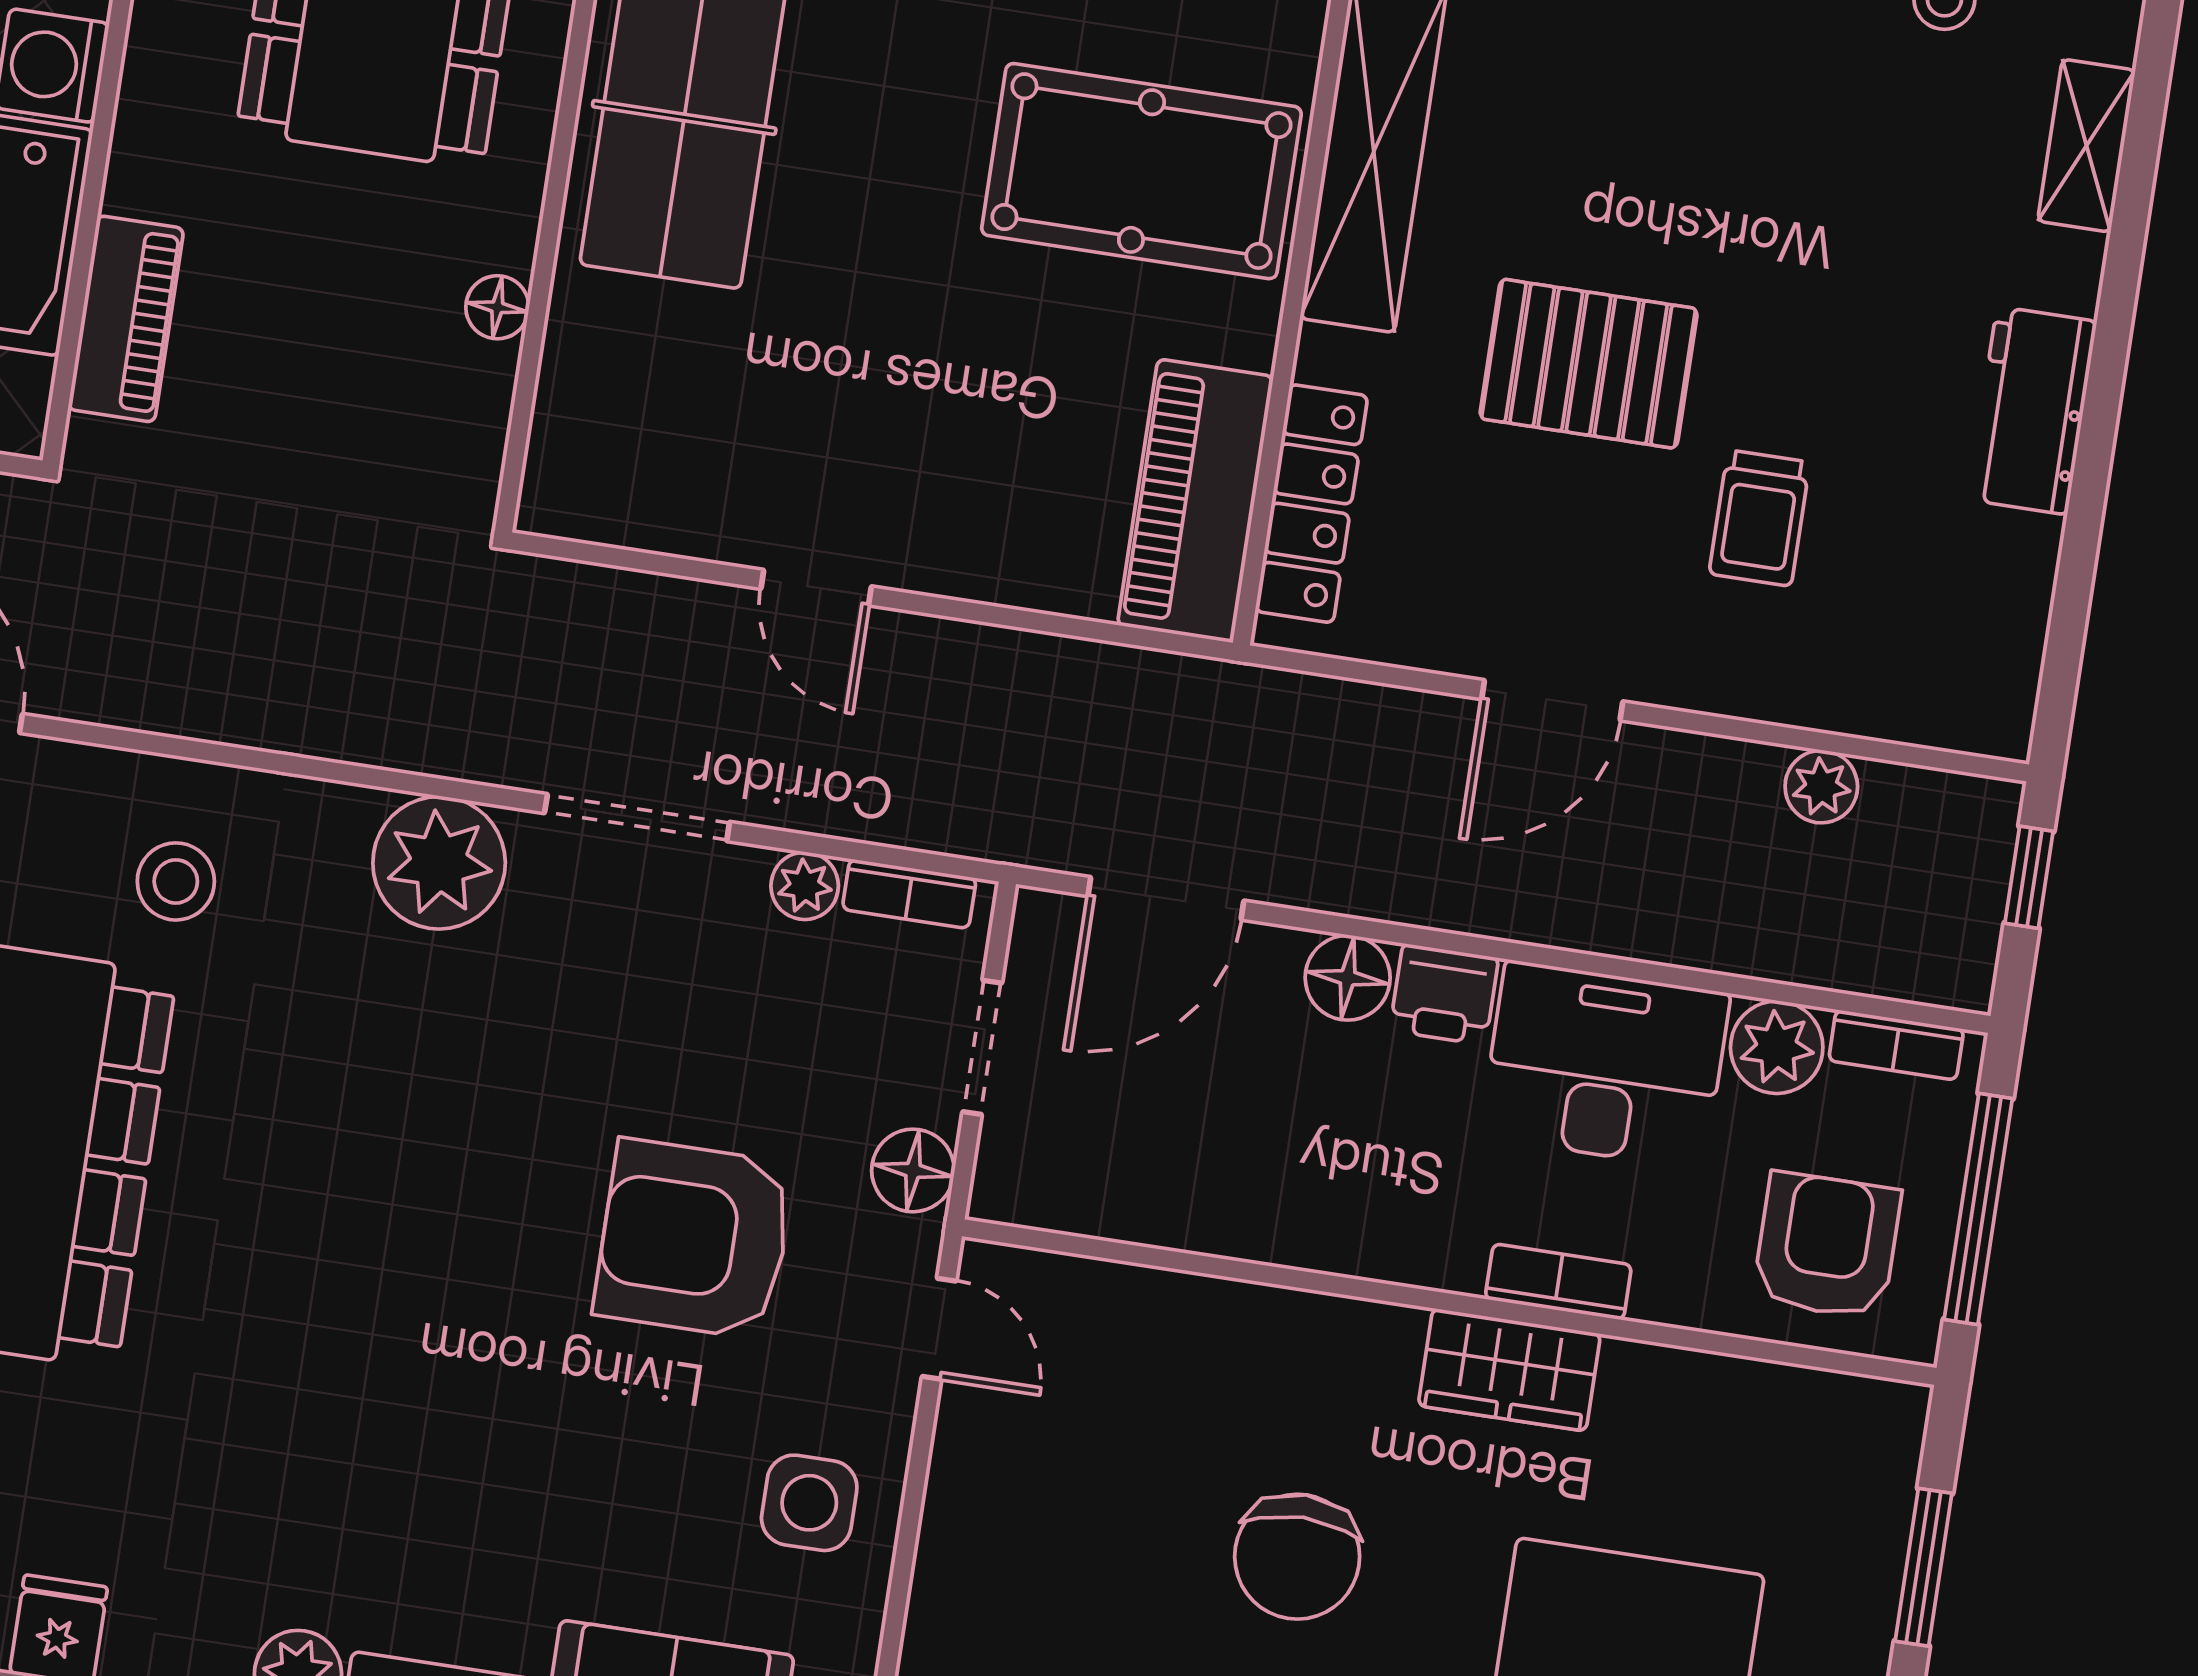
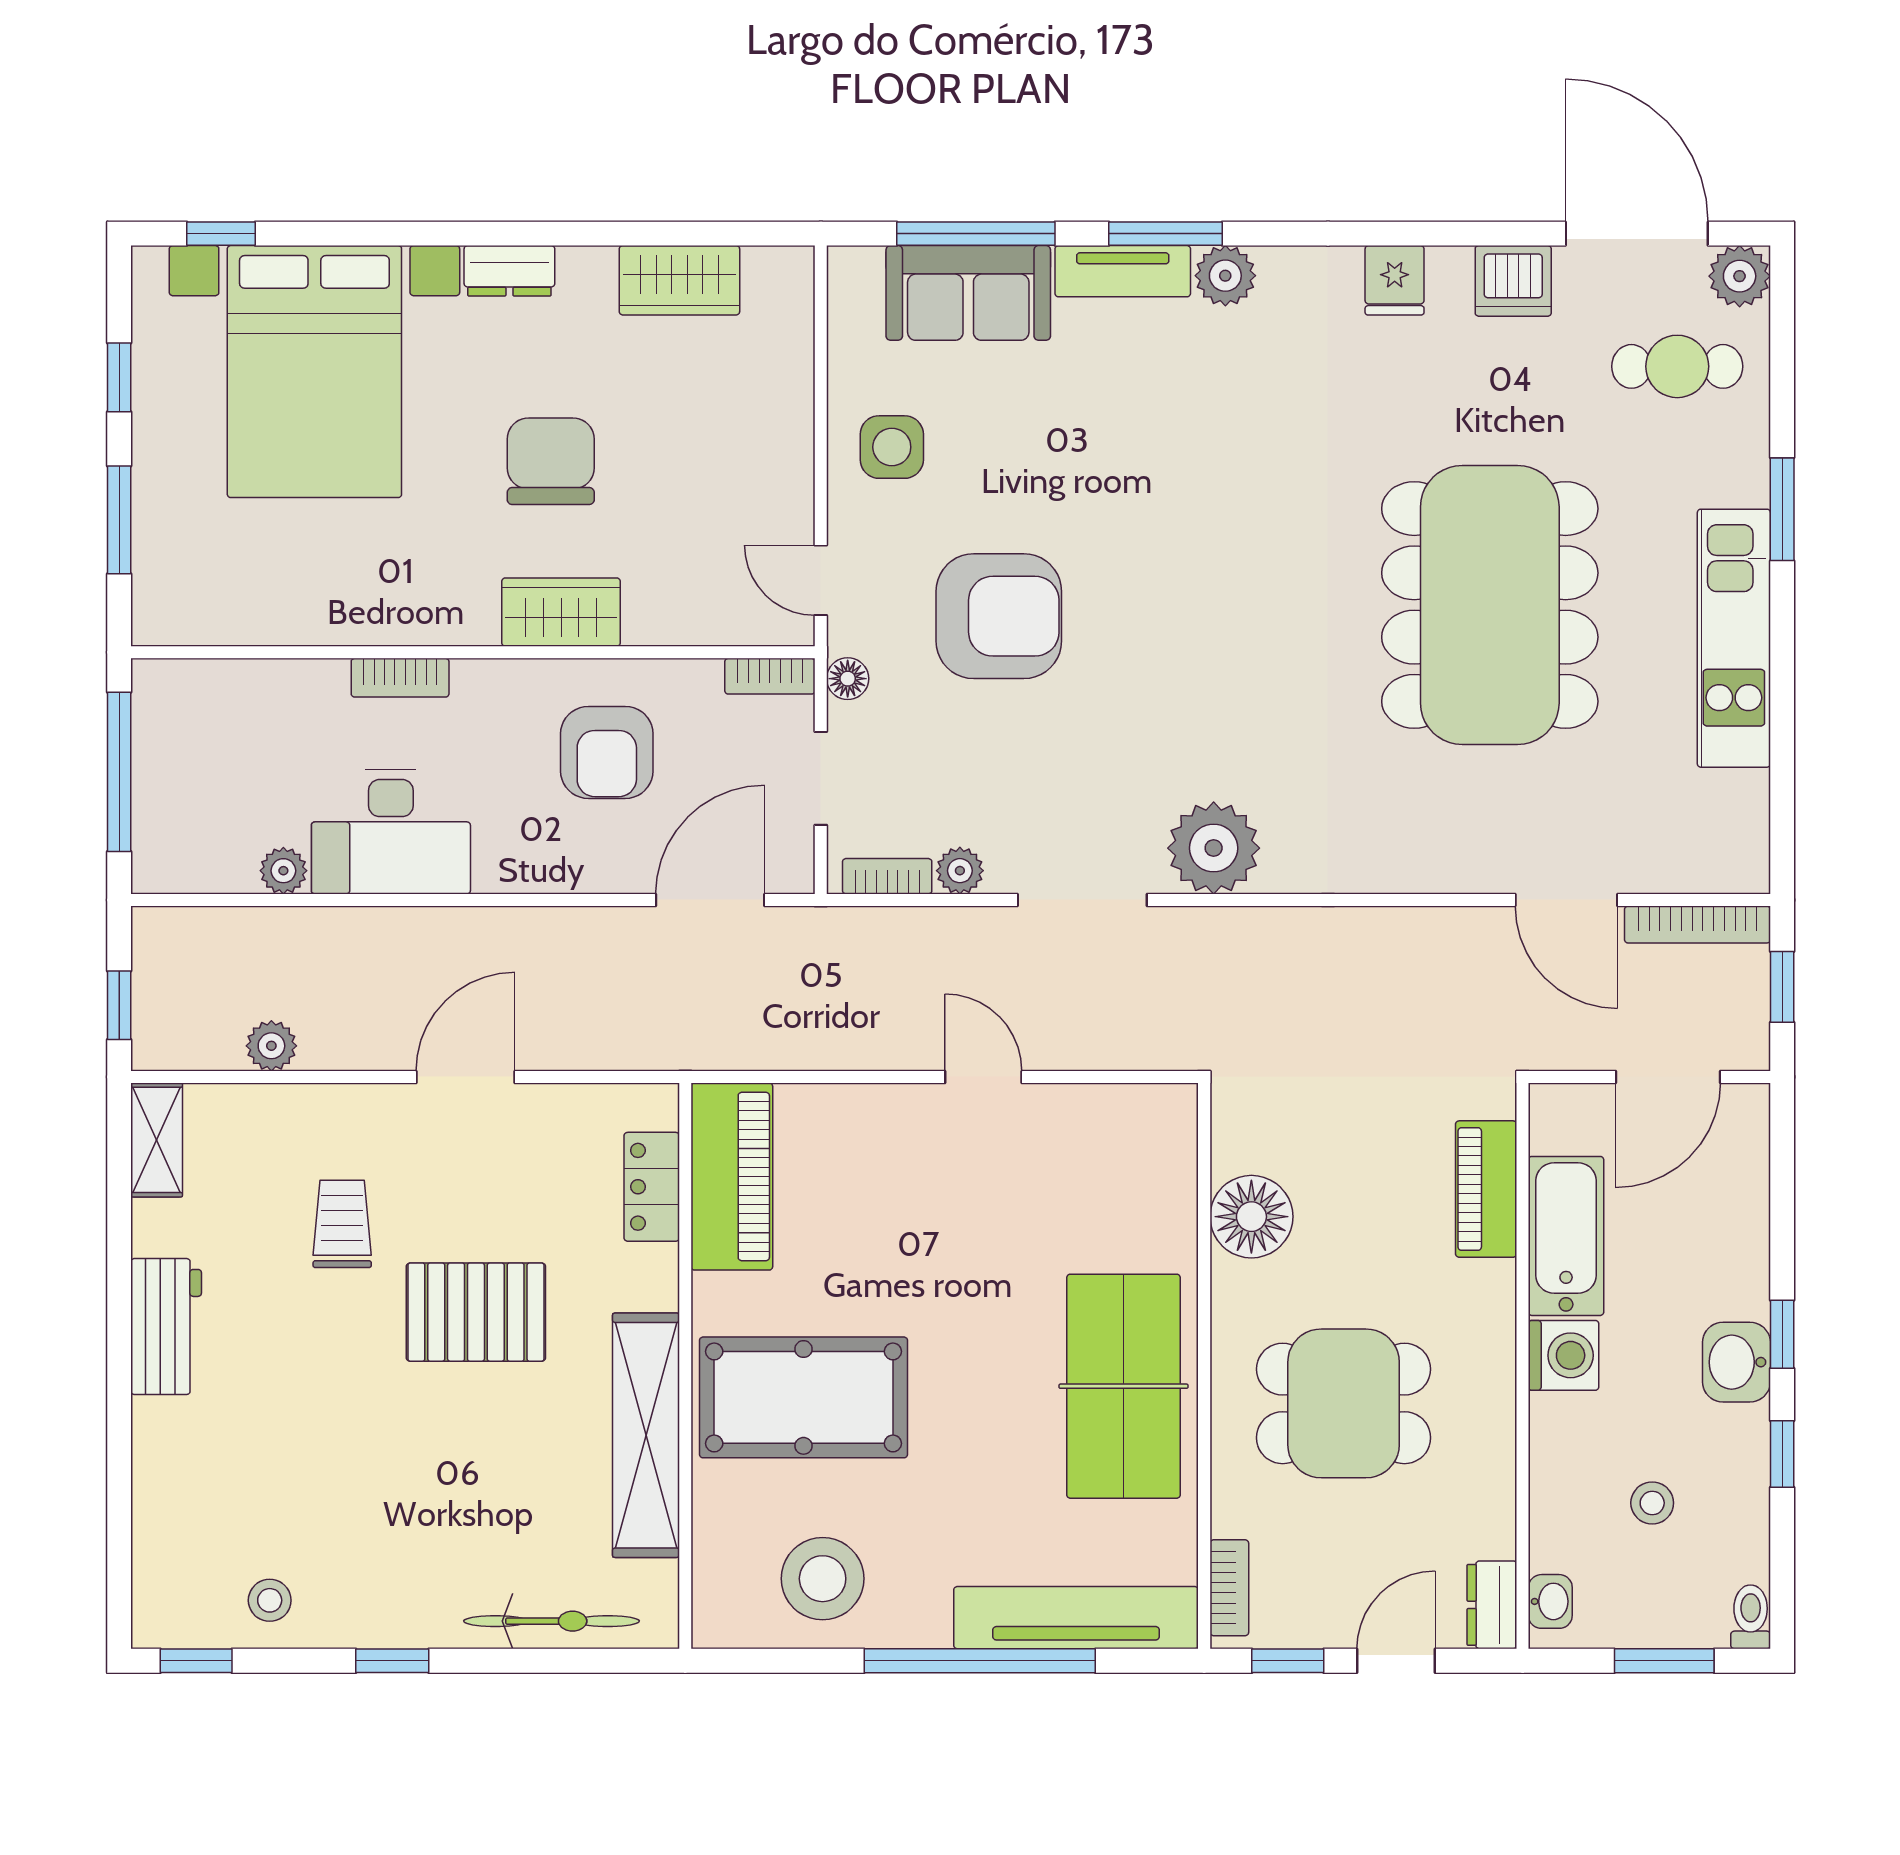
shelving: (2086, 146) -> (157, 1140), moved
floor lamp: (497, 307) -> (1251, 1217), width x1.89, depth x1.89
locker: (1311, 504) -> (652, 1187), width x0.66
stool: (176, 881) -> (1393, 808), removed
floor lamp: (1348, 978) -> (577, 865), removed
printer: (1444, 994) -> (509, 863), removed
bookcase: (1896, 1045) -> (770, 676), moved, turned 180
plant: (1777, 1047) -> (283, 871), width x0.73, depth x0.73
floor lamp: (913, 1170) -> (848, 679), width x0.73, depth x0.73
armchair: (1827, 1246) -> (607, 752), moved
wardrobe: (1509, 1370) -> (561, 612), moved

